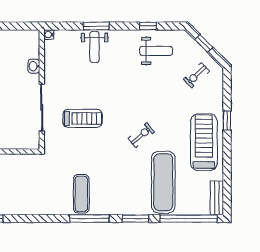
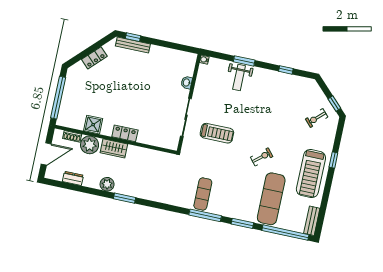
window: (204, 43) -> (334, 104), moved
weight bench: (156, 51) -> (288, 91), removed
treadmill: (204, 142) -> (311, 174), turned 180

